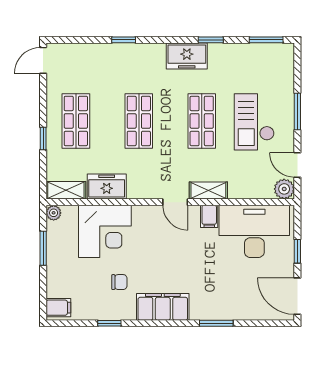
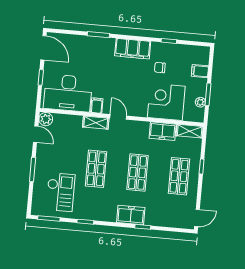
freezer: (187, 56) -> (131, 215), moved
checkout: (254, 122) -> (60, 192), moved
plant: (54, 213) -> (200, 102), moved
filing cabinet: (58, 308) -> (200, 71), moved

